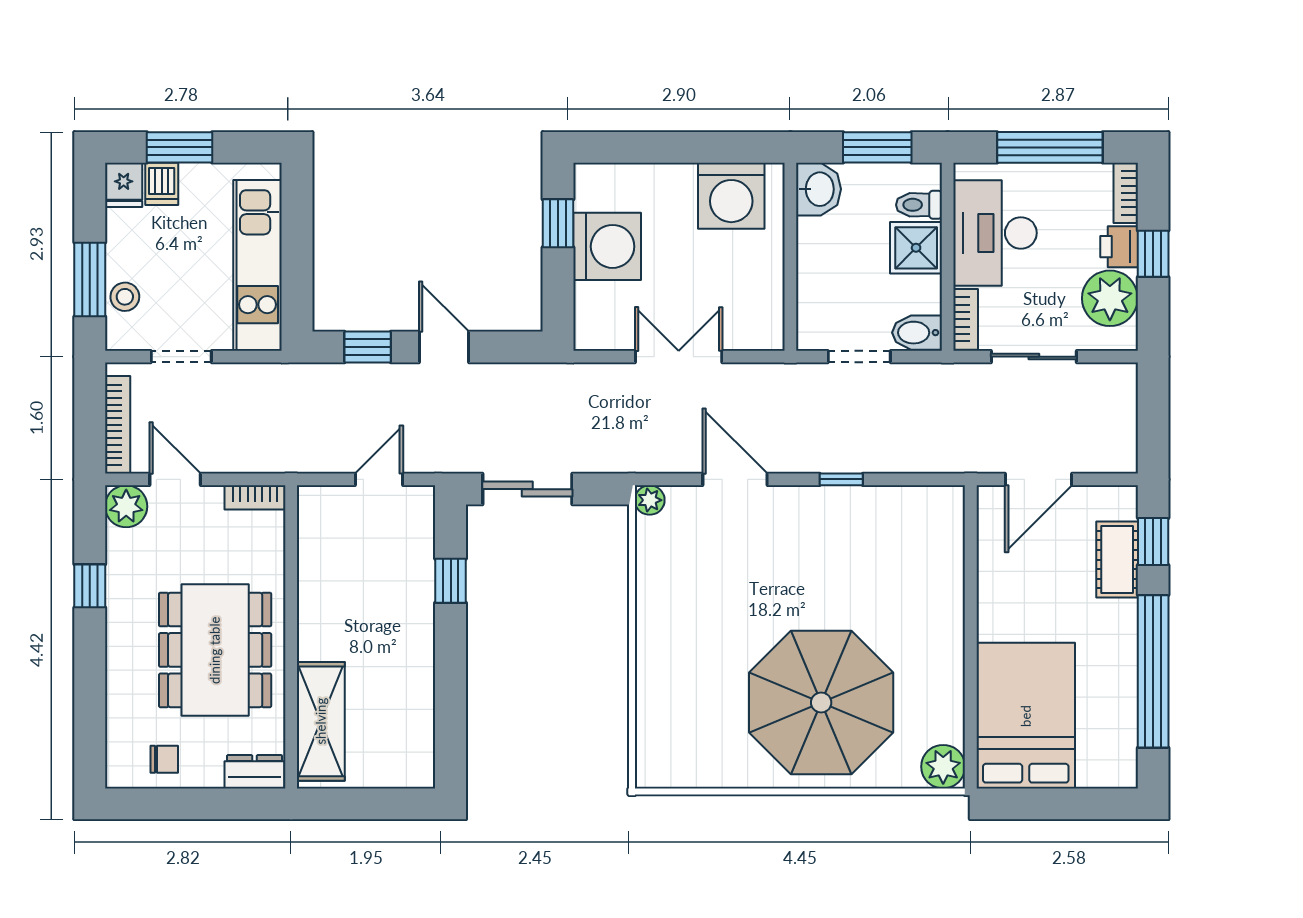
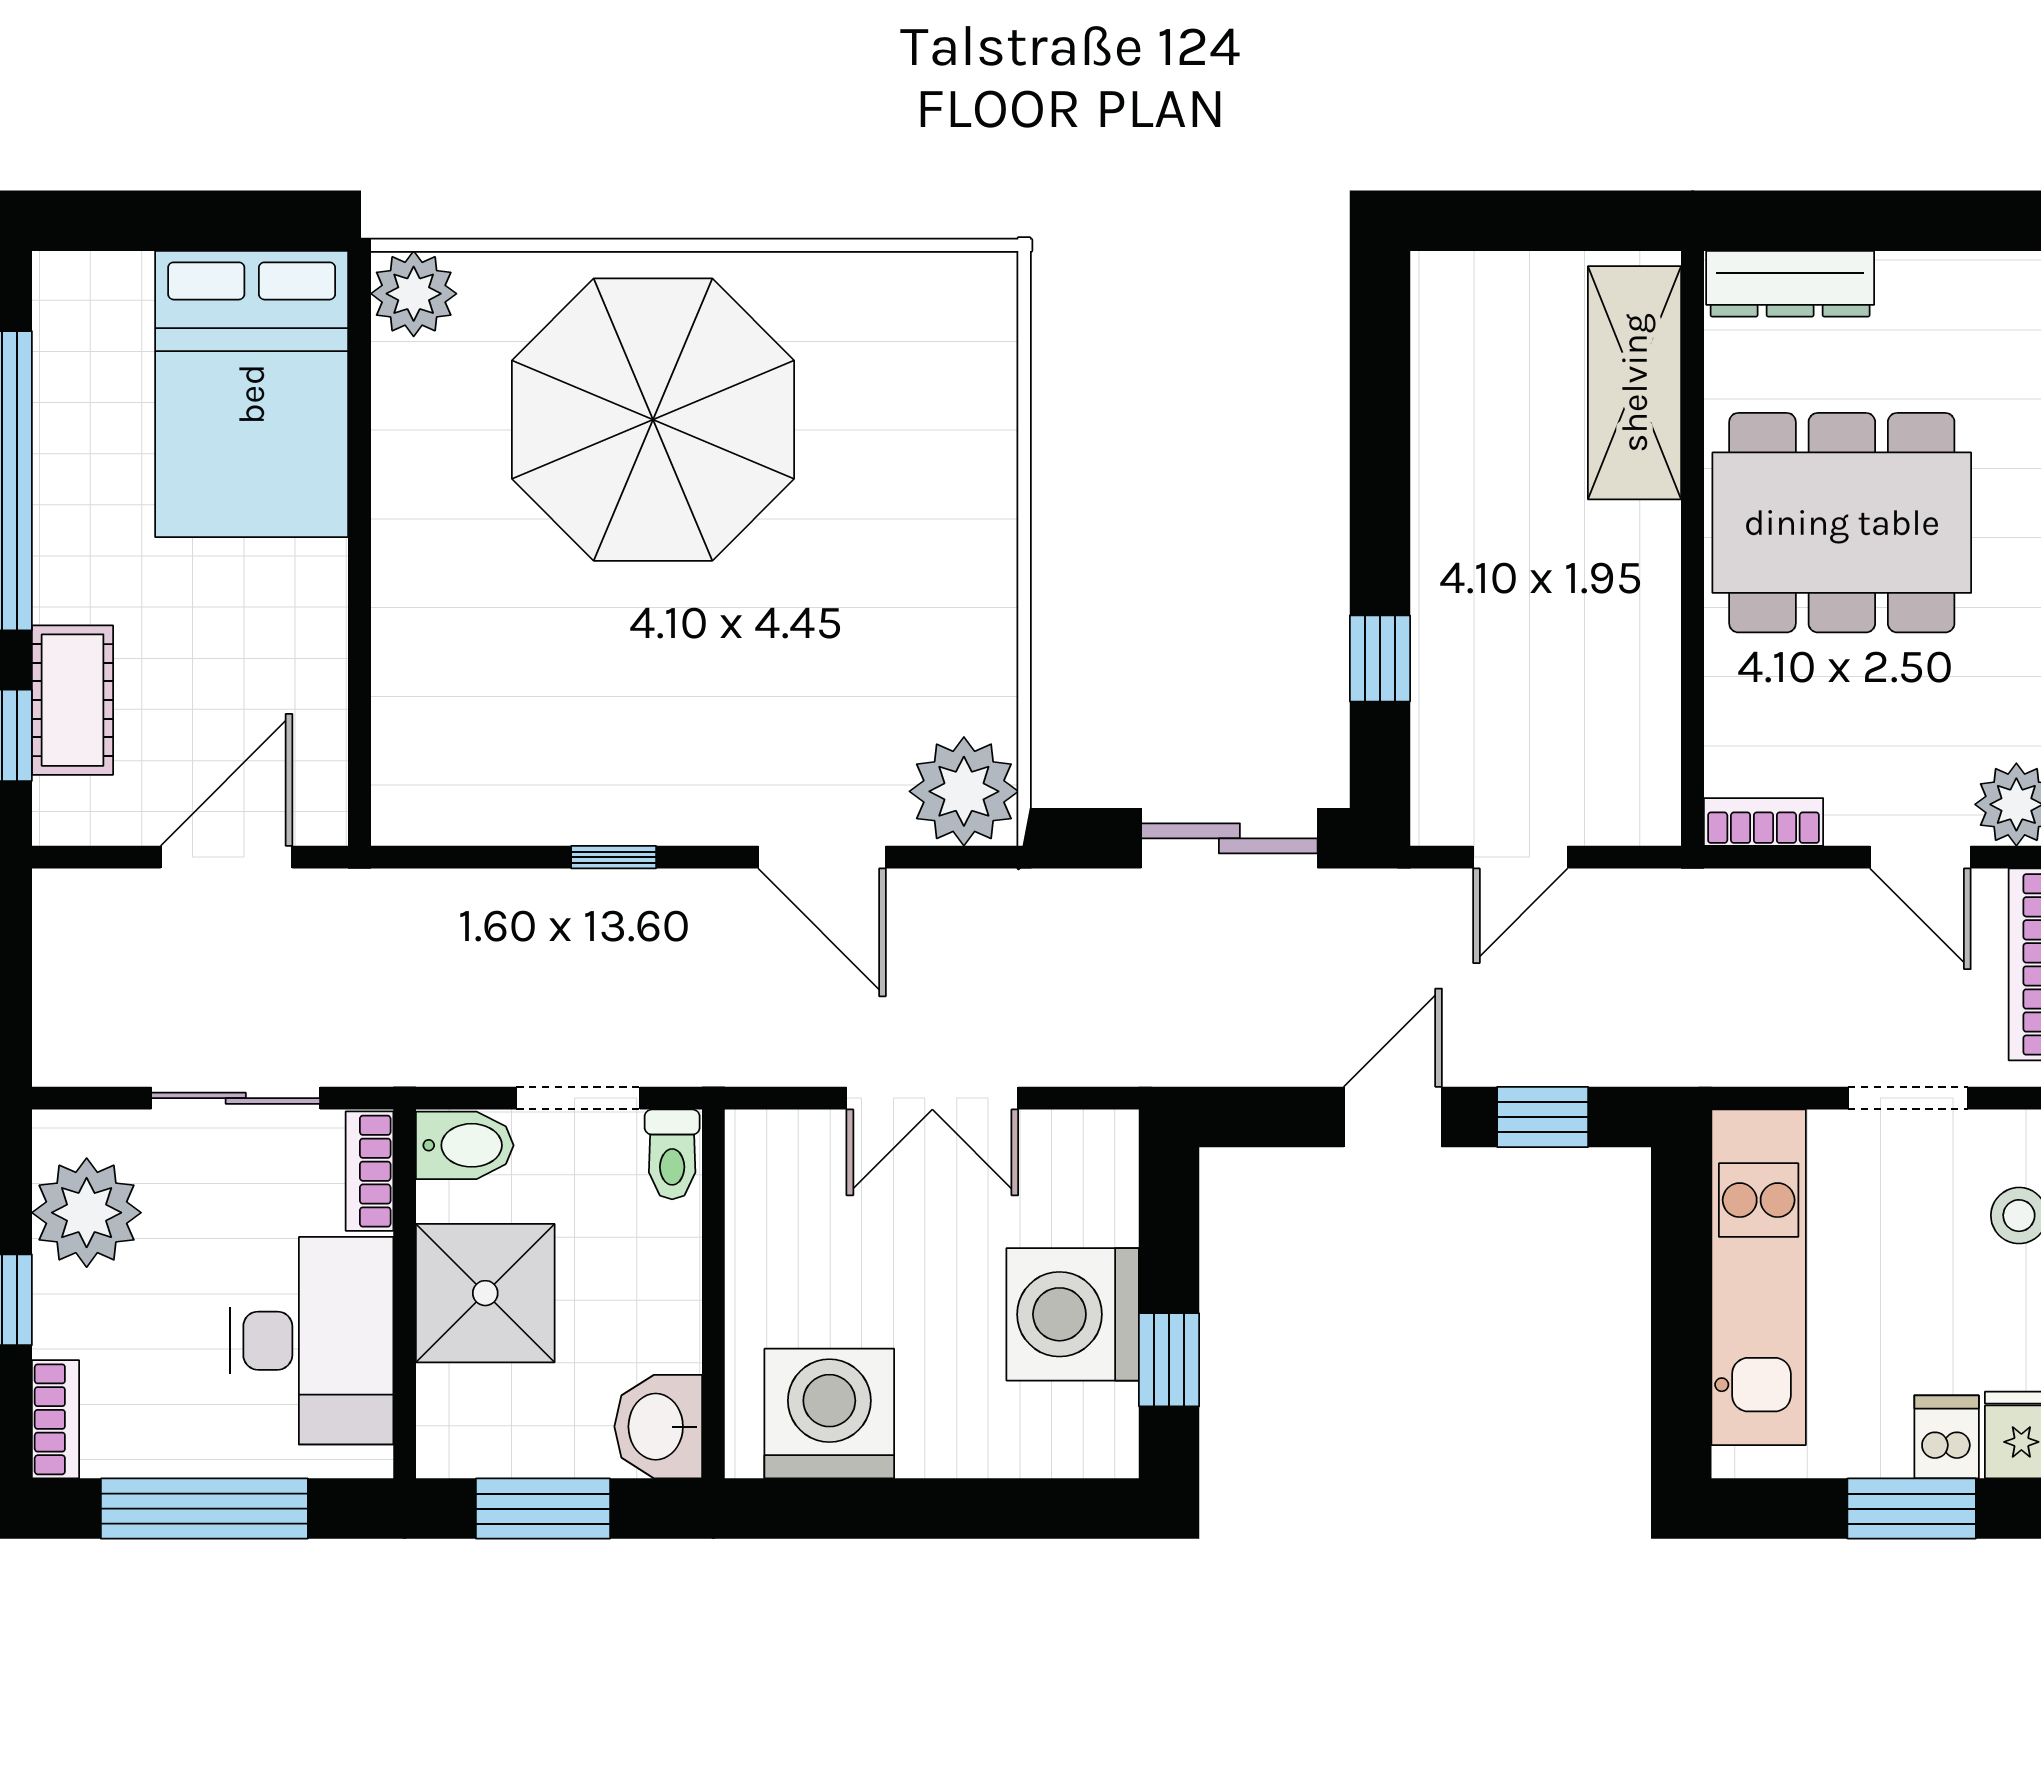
toilet: (919, 205) -> (672, 1154), moved, turned 90
printer: (1119, 247) -> (69, 1314), removed
shower: (916, 248) -> (485, 1293), width x1.36, depth x1.36
door: (444, 347) -> (1393, 1117), swing flipped
plant: (650, 500) -> (964, 791), width x1.87, depth x1.87
dining table: (215, 650) -> (1842, 523), turned 90
chair: (164, 759) -> (1942, 308), removed
dresser: (255, 772) -> (1790, 284), width x1.44

